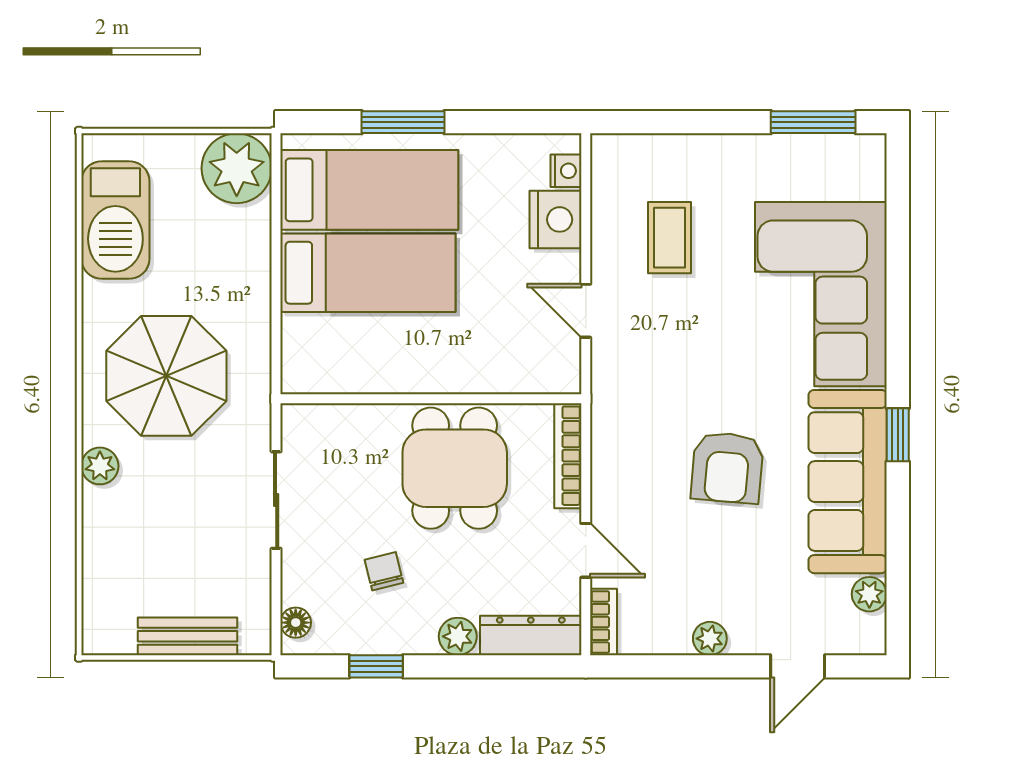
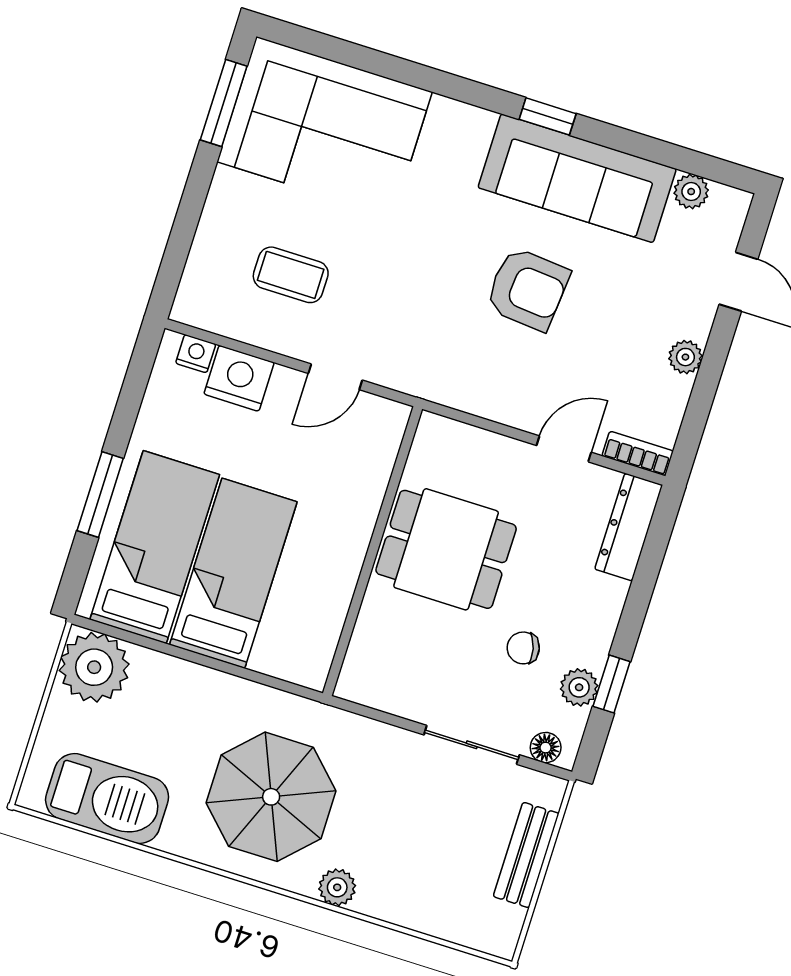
corner sofa: (821, 294) -> (325, 127), moved
bookcase: (568, 456) -> (468, 438), removed
sliding door: (276, 500) -> (472, 745), moved
plant: (458, 636) -> (579, 687), moved

